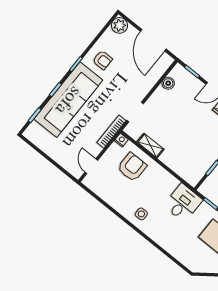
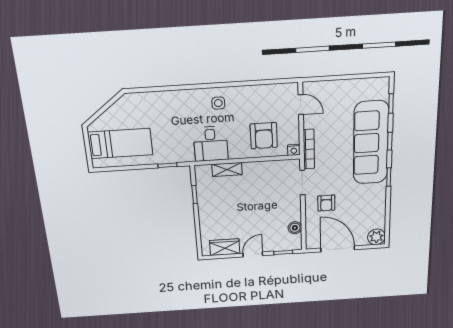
armchair: (102, 60) -> (326, 203), moved, turned -90
shelving: (150, 146) -> (227, 169), moved
desk: (183, 203) -> (211, 144), moved

